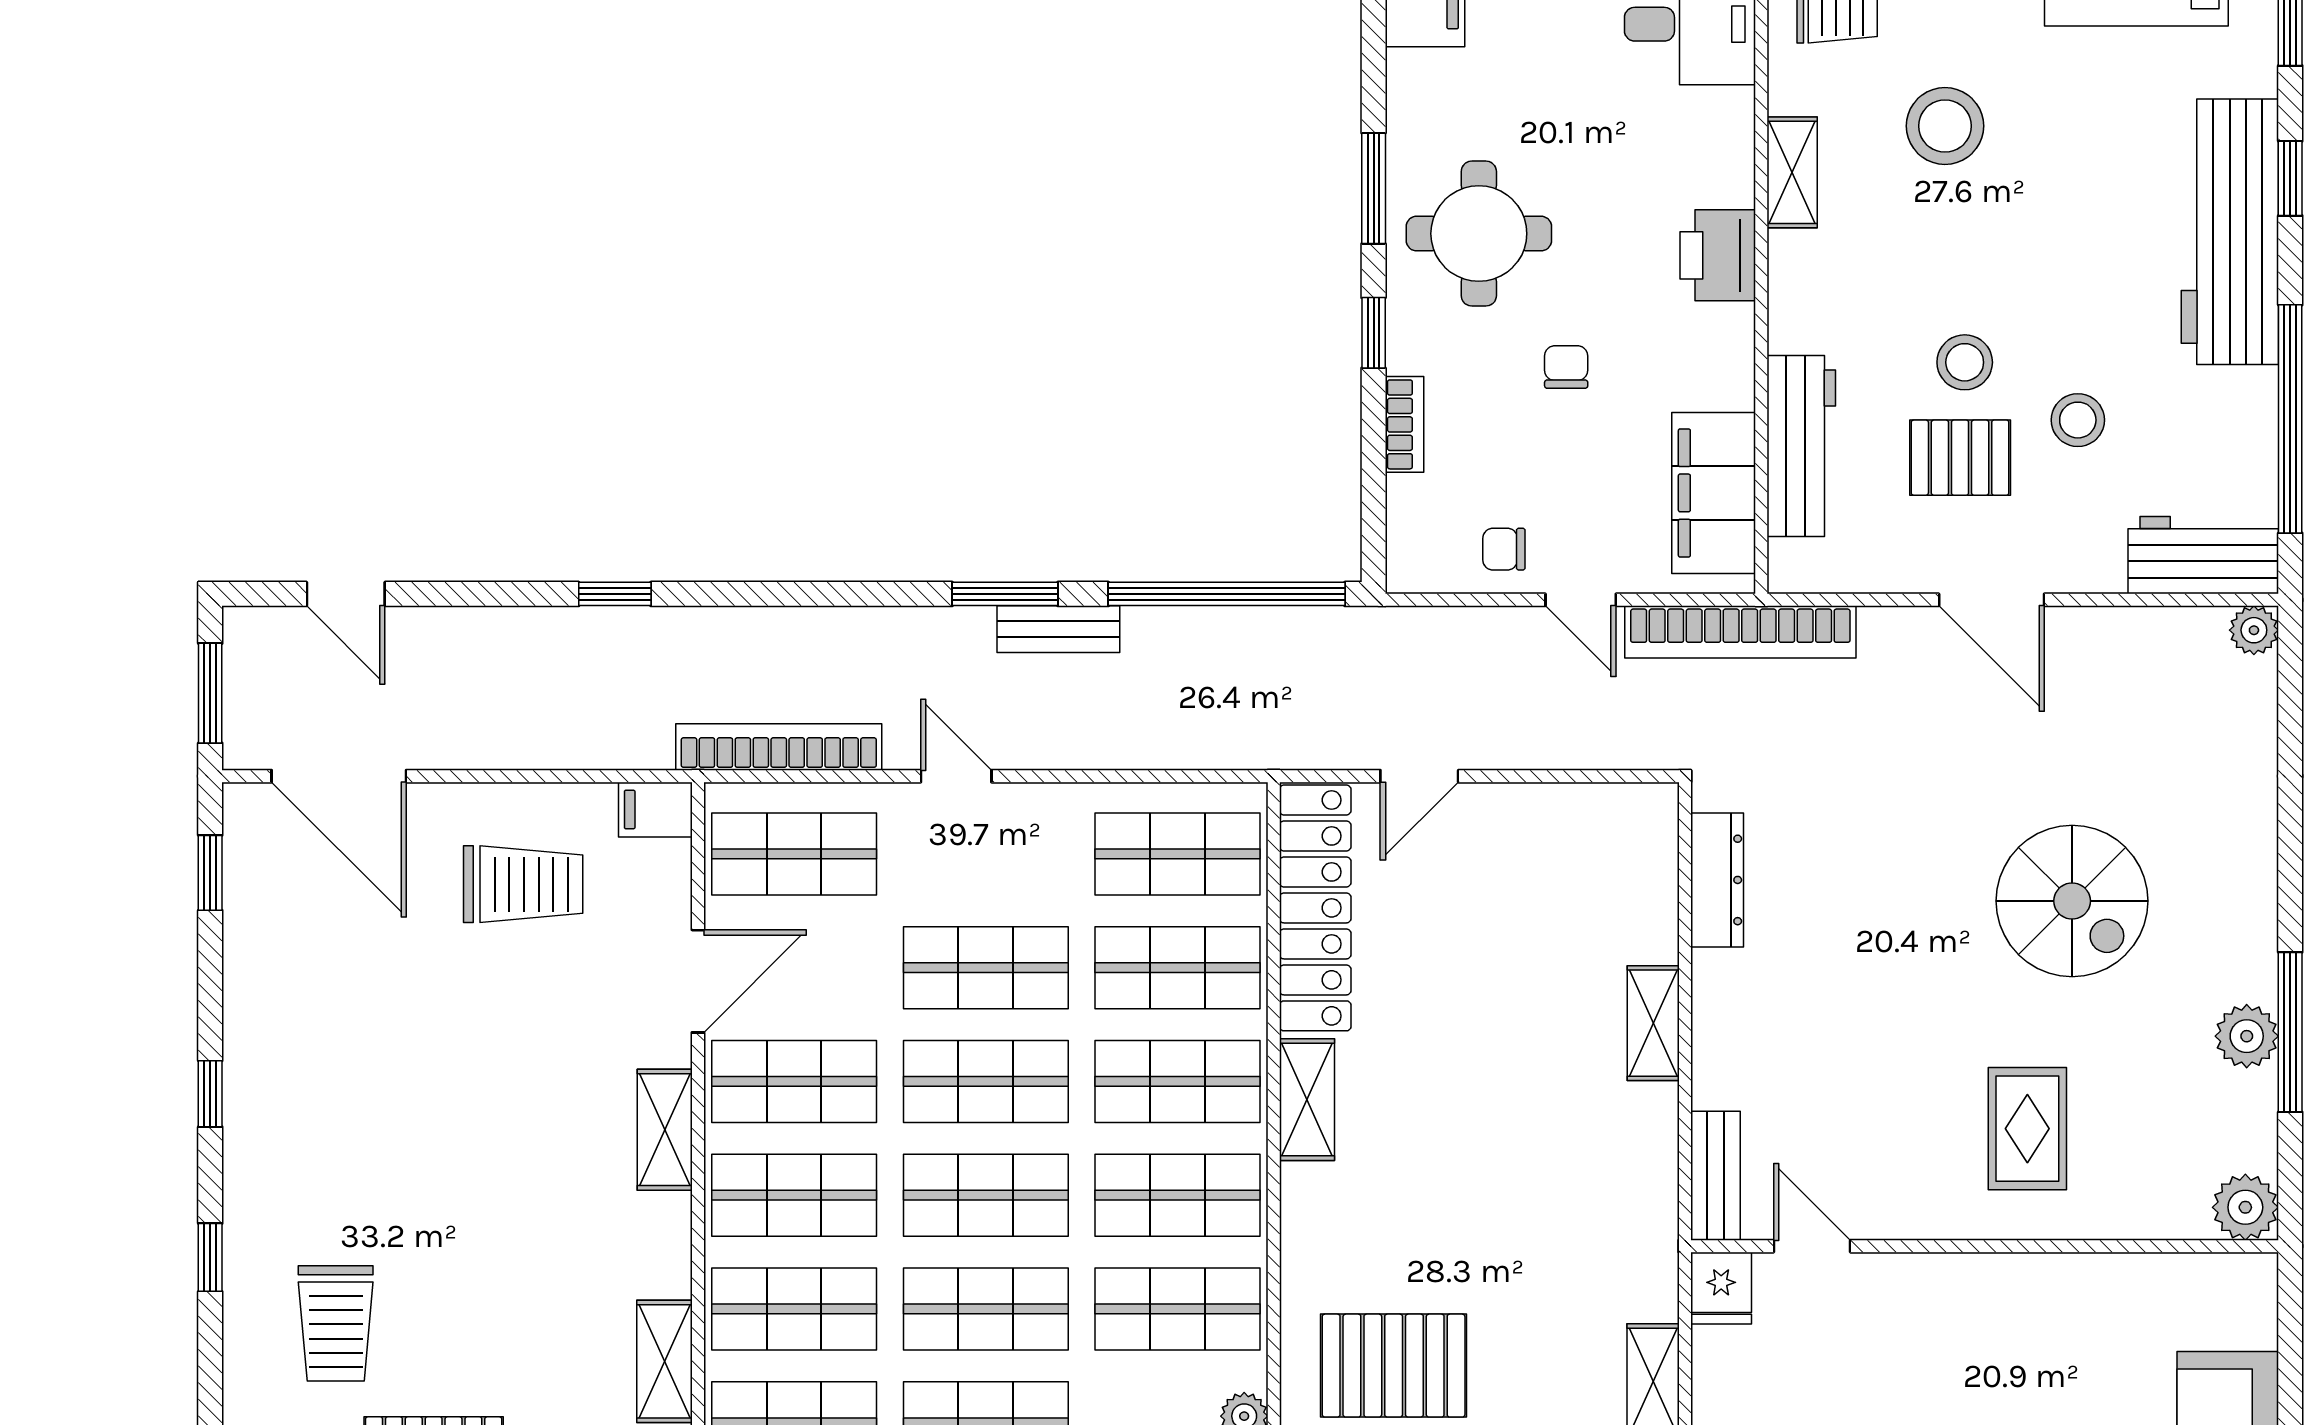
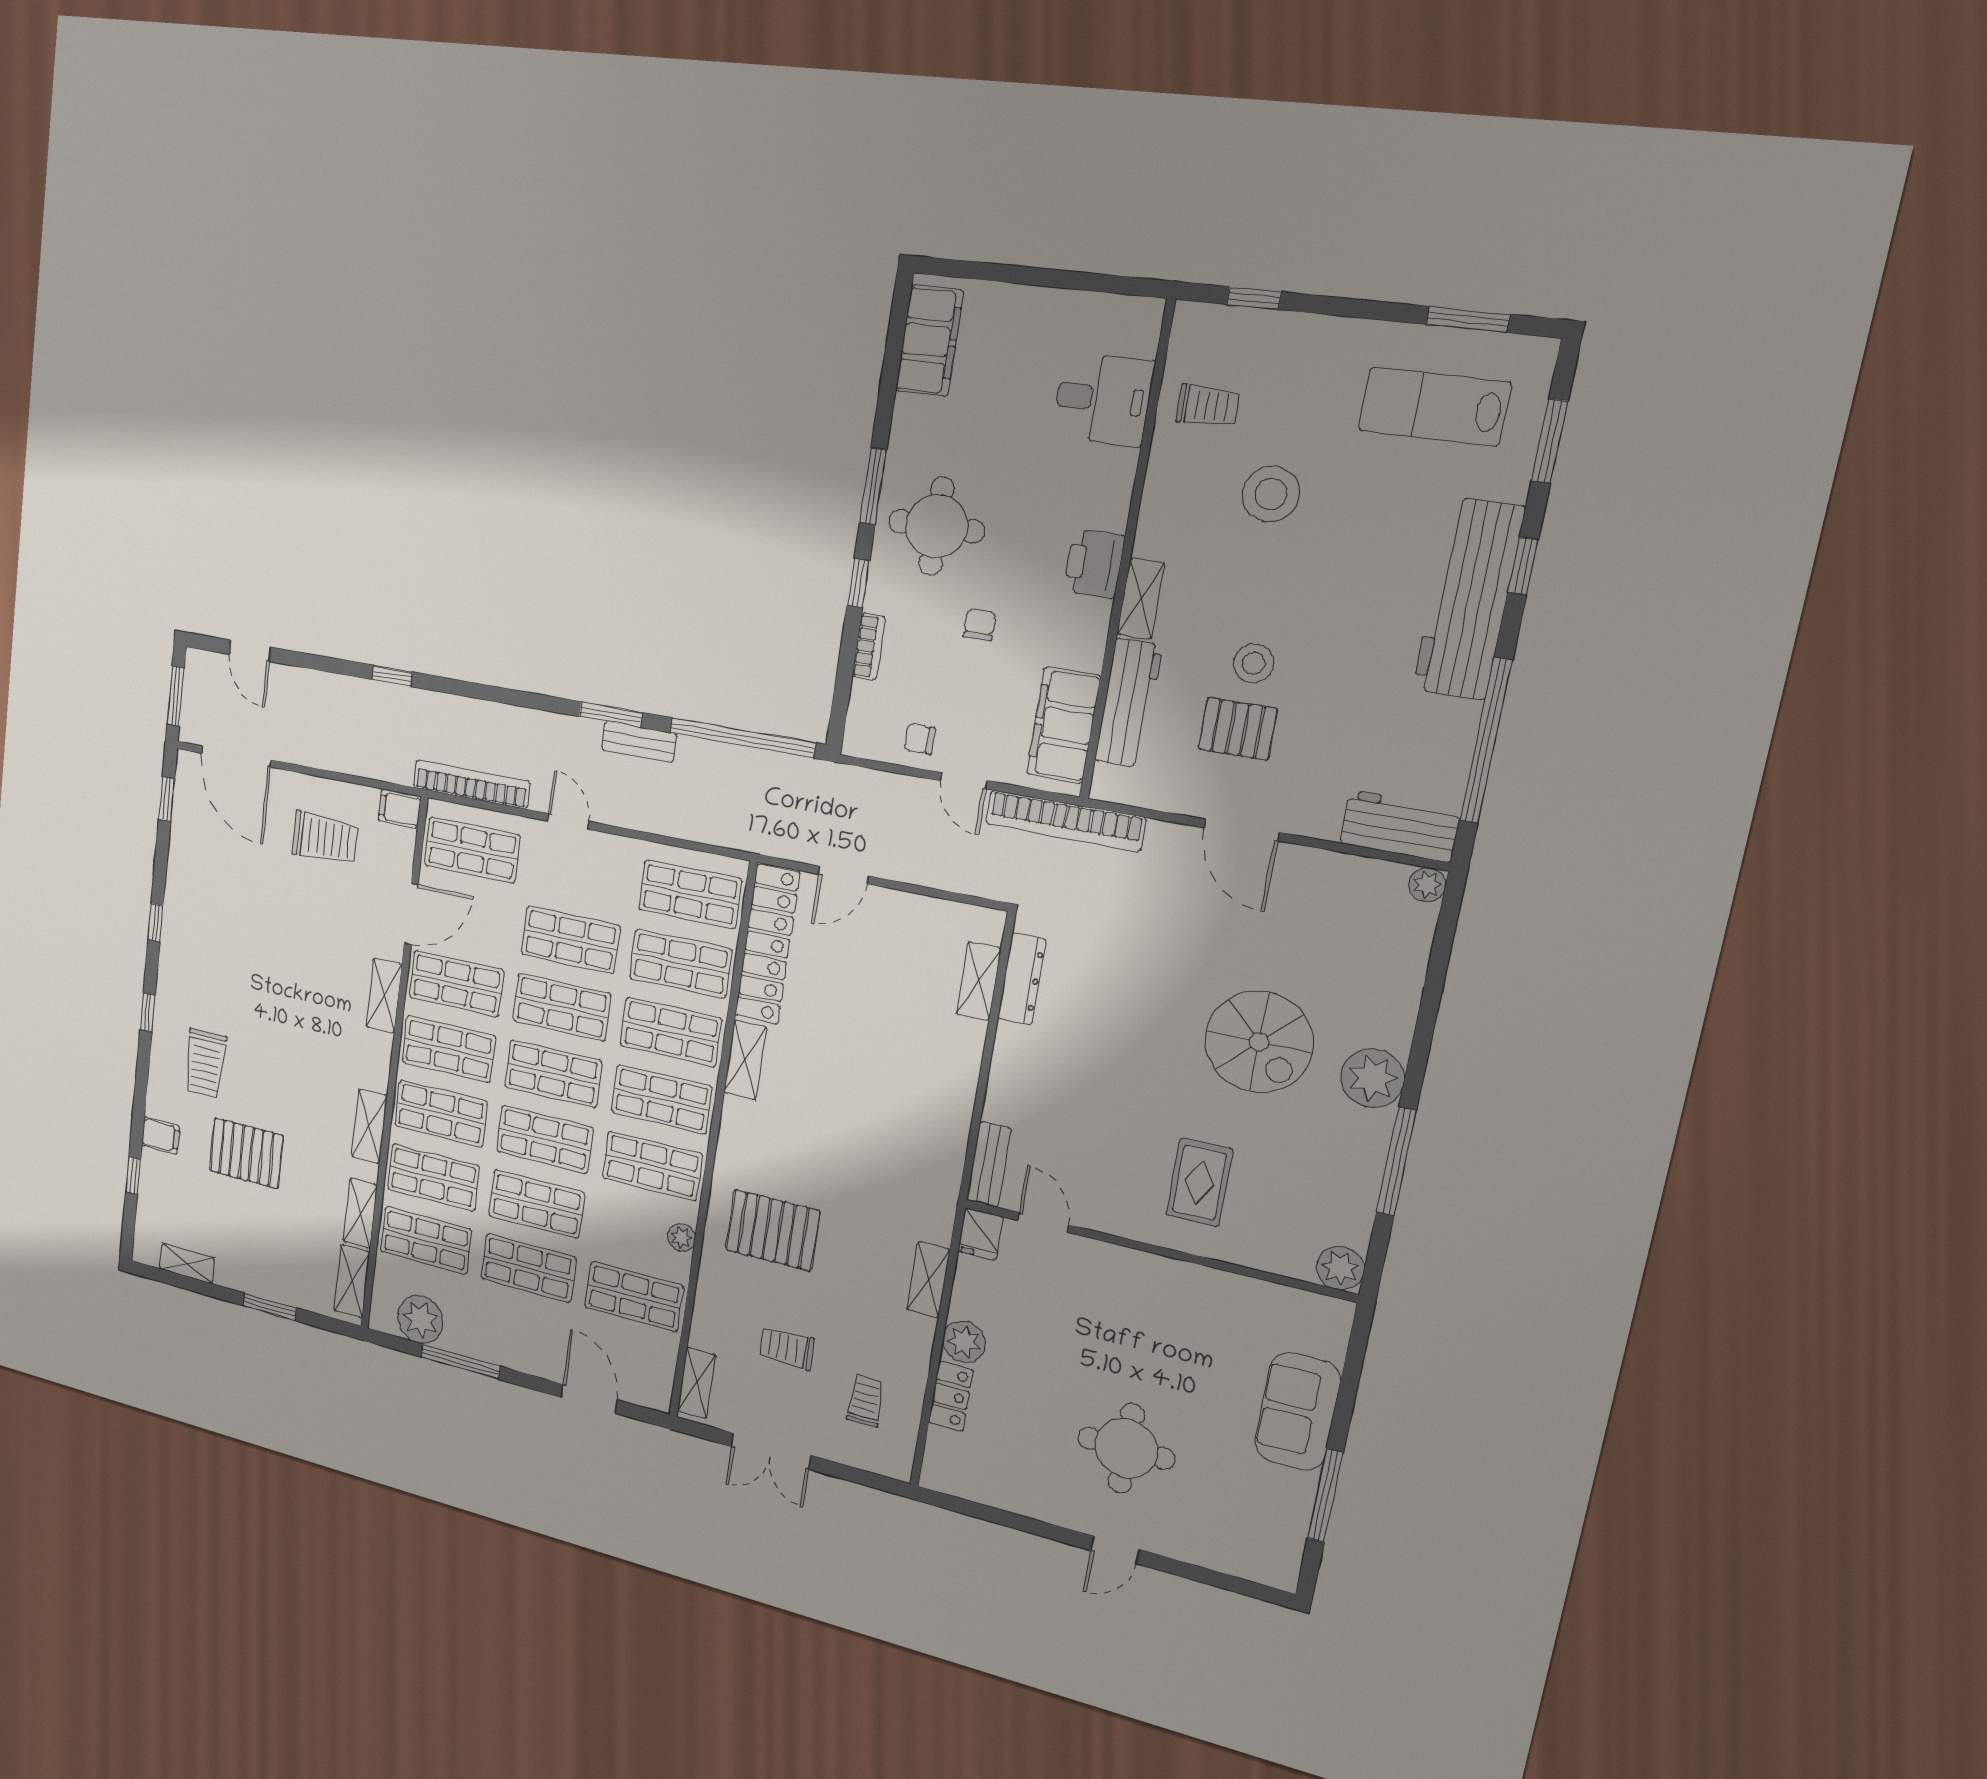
shelving: (1792, 172) -> (1141, 599), moved
stool: (2078, 420) -> (1327, 716), removed
shelving: (1653, 1023) -> (979, 981), moved
plant: (2247, 1036) -> (1372, 1078), moved, width x1.36, depth x1.36

